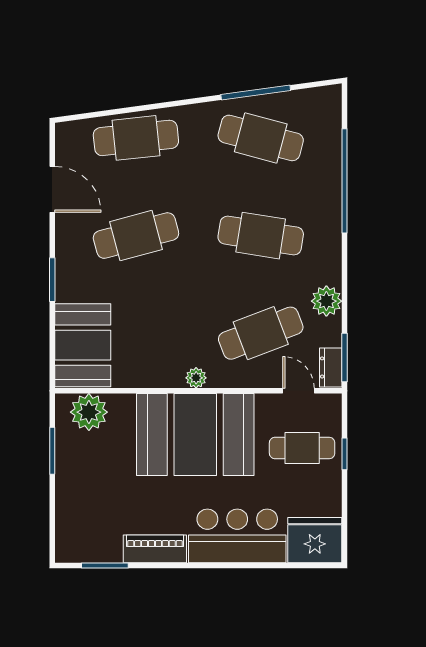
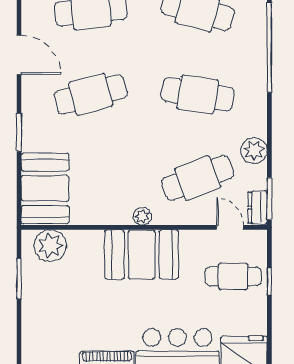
booth: (195, 434) -> (142, 254), width x0.73, depth x0.70

